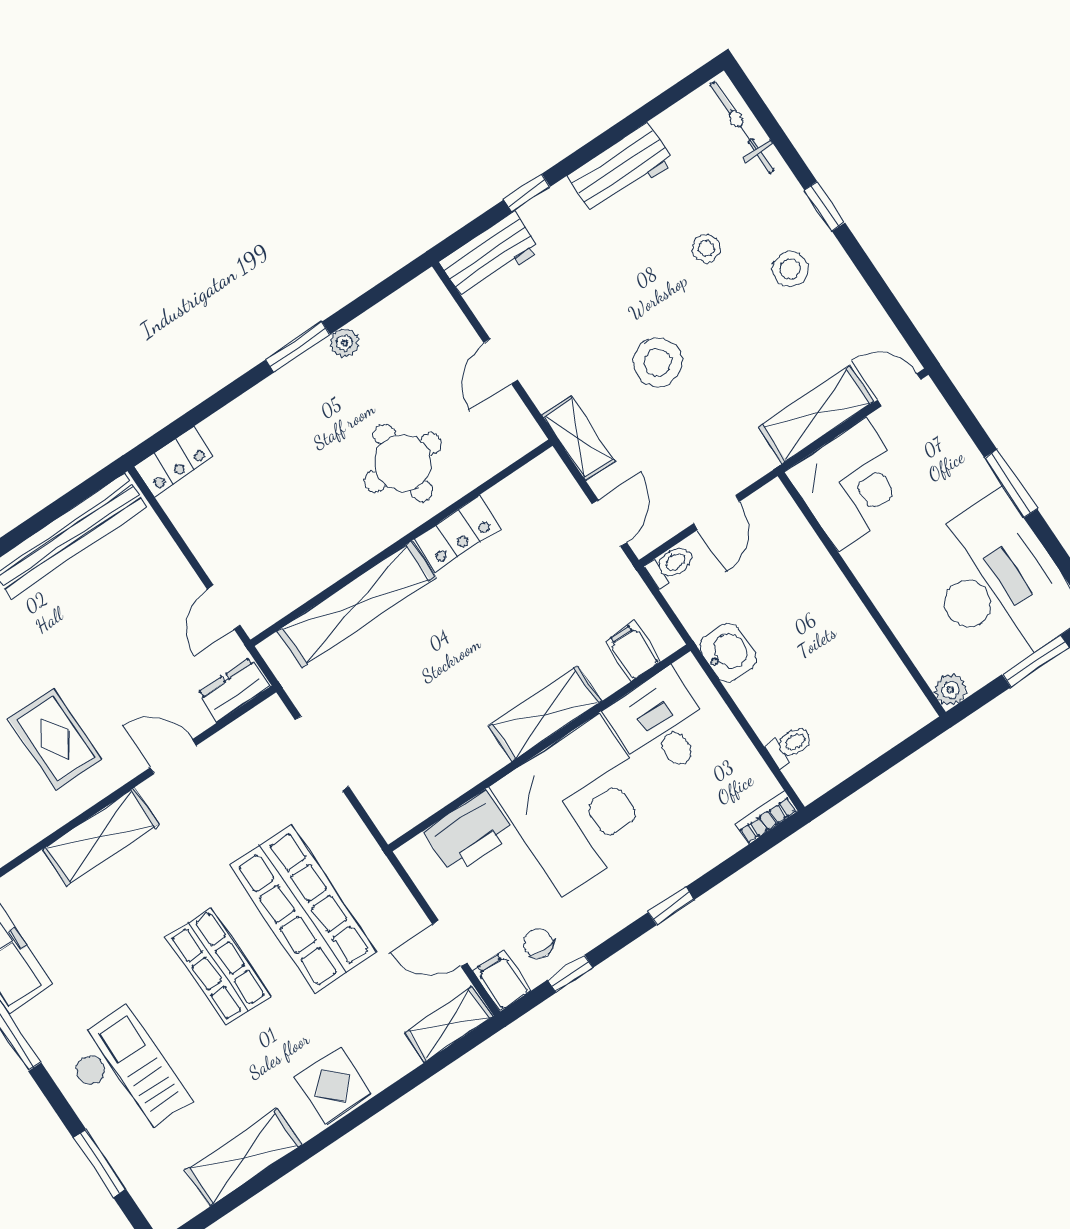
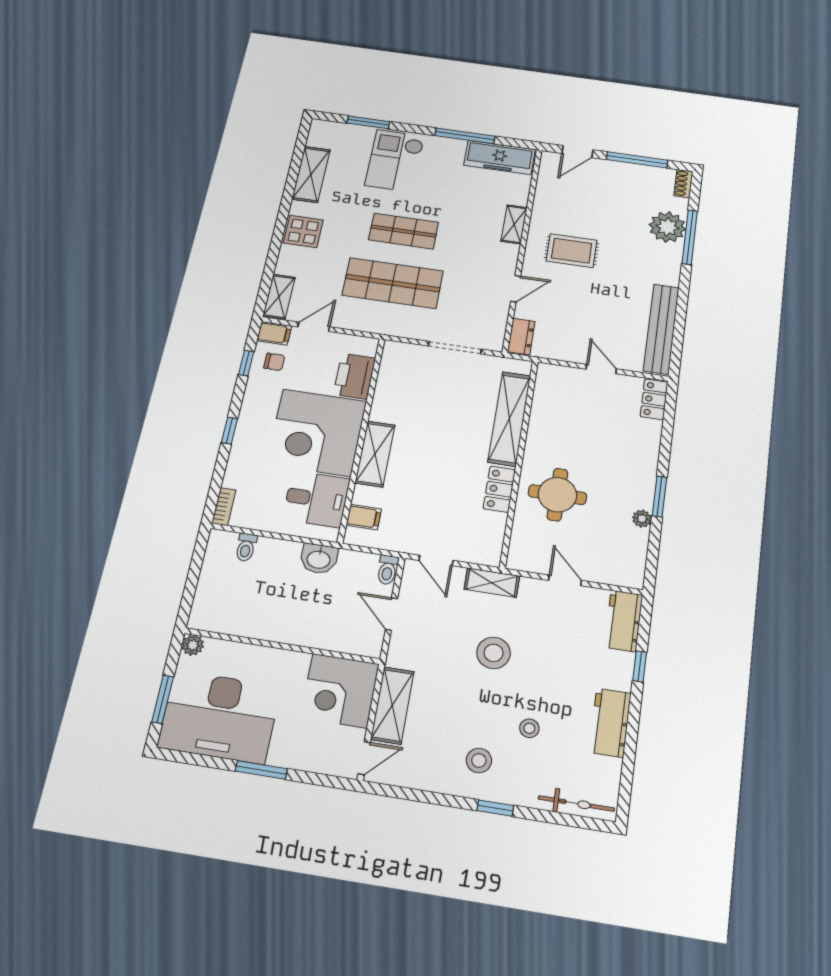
door: (224, 607) -> (601, 369), moved
shelving: (101, 837) -> (514, 224), width x0.67, depth x0.75
checkout: (126, 1075) -> (395, 161), turned 90

